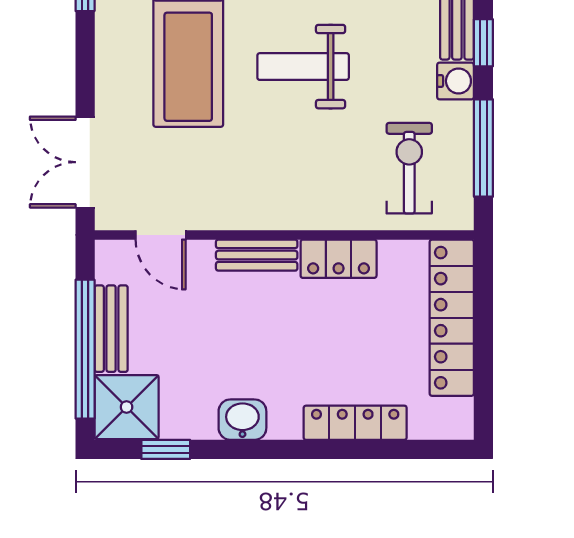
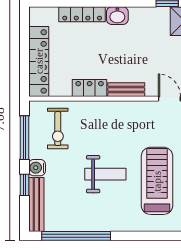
washbasin: (242, 420) -> (117, 16), moved

